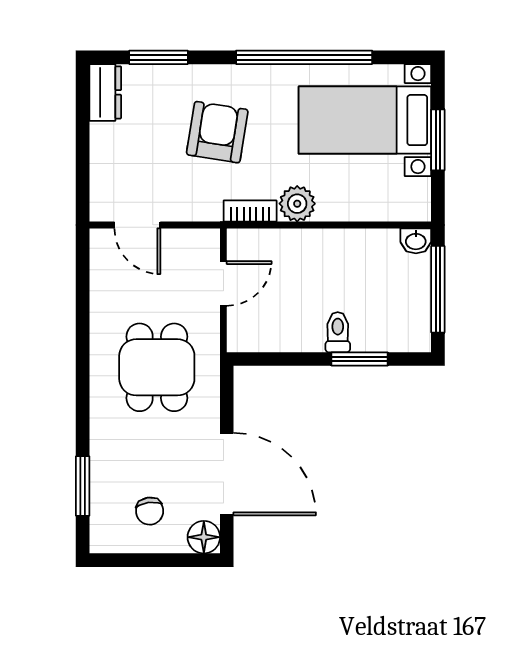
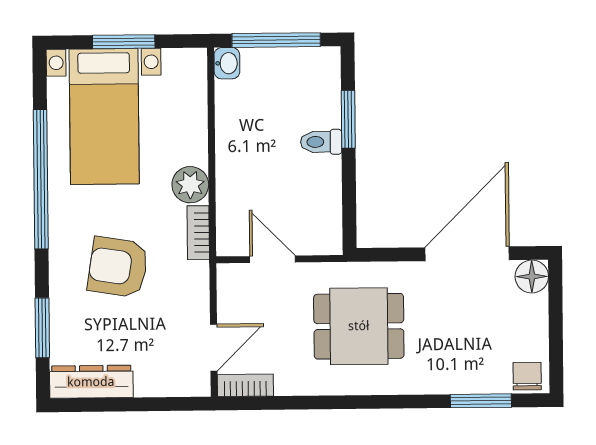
dresser: (105, 92) -> (91, 382), width x1.44
bookcase: (100, 256) -> (245, 385), added
chair: (150, 511) -> (527, 376), moved, turned -82

